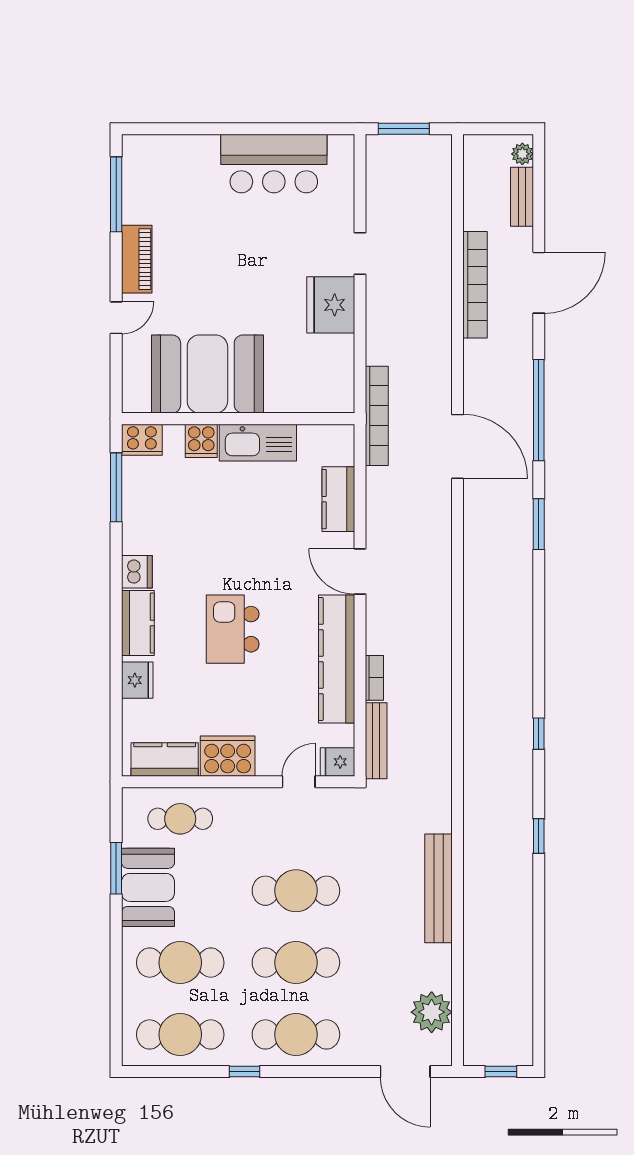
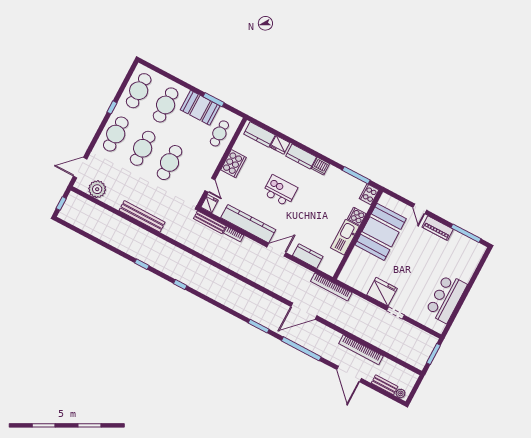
kitchen counter: (165, 759) -> (259, 135), moved, turned 90

